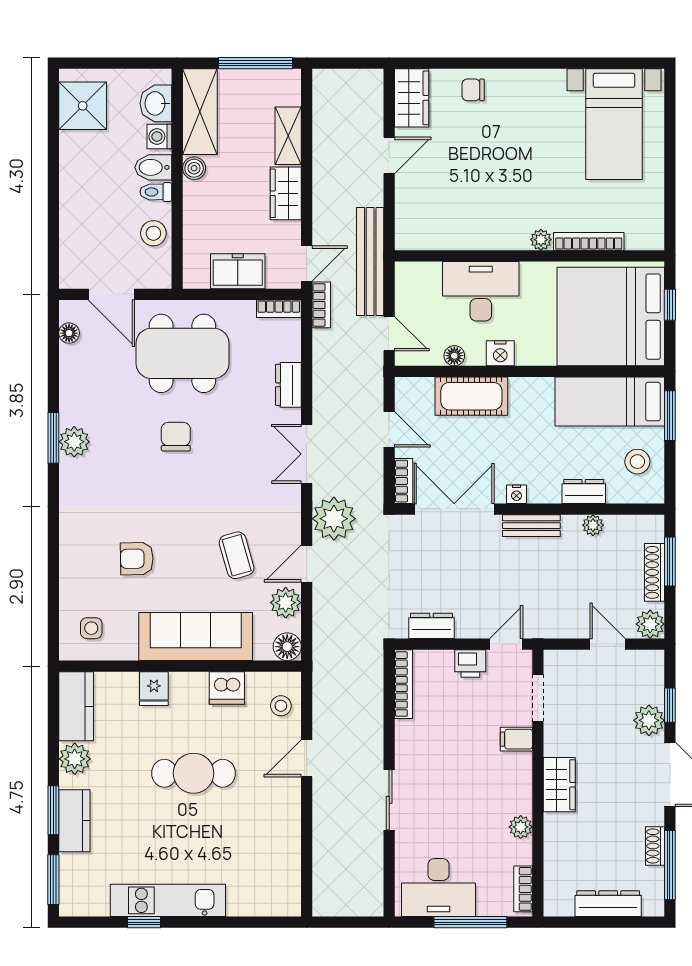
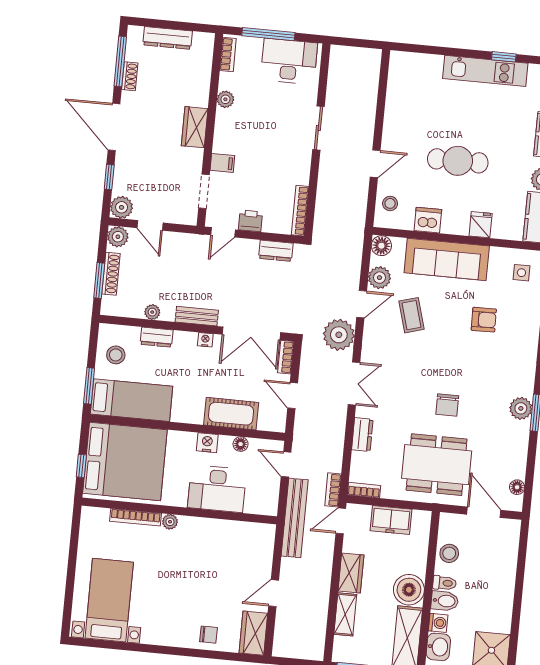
boiler: (194, 168) -> (409, 590), width x1.86, depth x1.86
plant: (649, 720) -> (122, 207), moved

